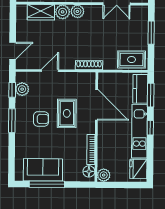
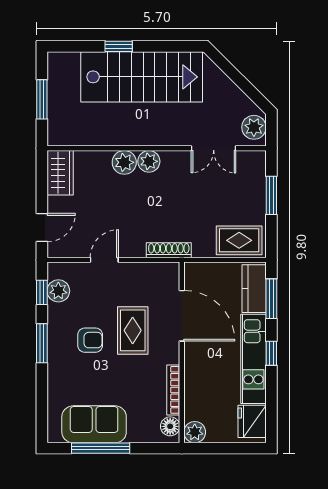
wardrobe: (41, 12) -> (60, 173), moved, turned -90

